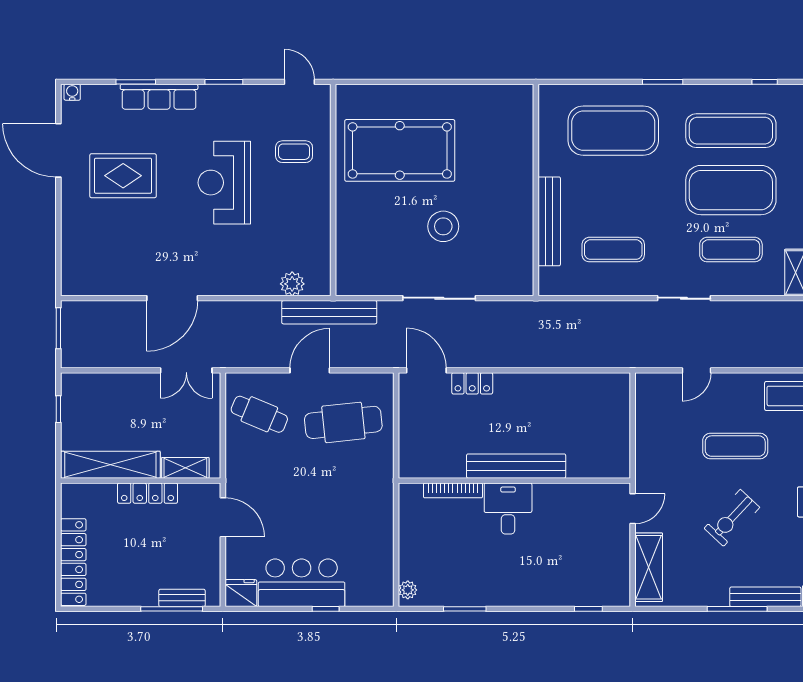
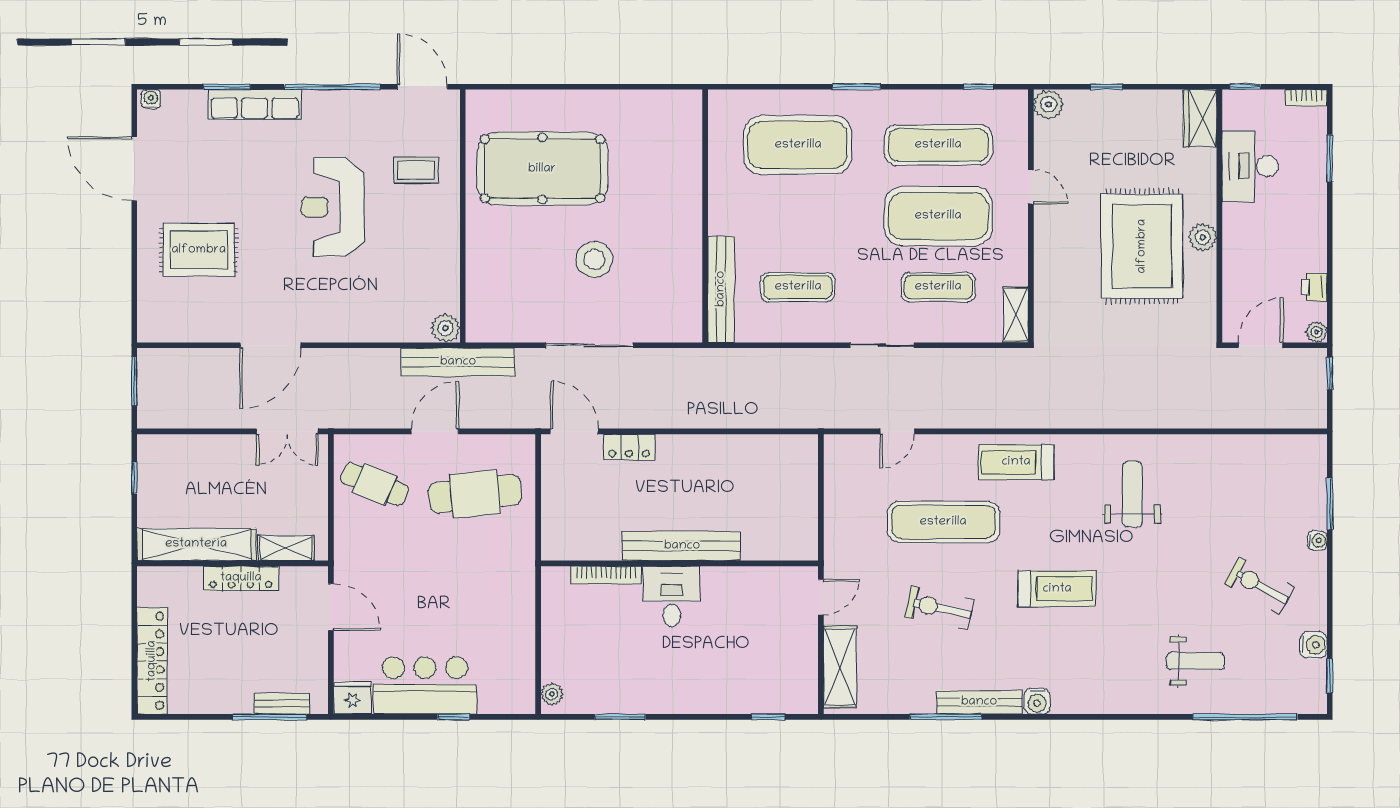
window: (224, 82) -> (332, 87), width x2.11
door: (299, 82) -> (422, 87), width x1.38
rug: (123, 176) -> (199, 250), moved
bench: (549, 221) -> (721, 289), moved
plant: (292, 284) -> (446, 328), moved
exercise mat: (735, 446) -> (943, 522), width x1.36, depth x1.45
exercise bike: (732, 518) -> (939, 608), turned 59

